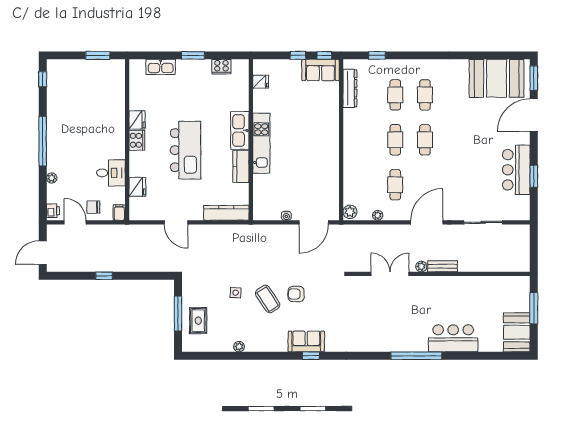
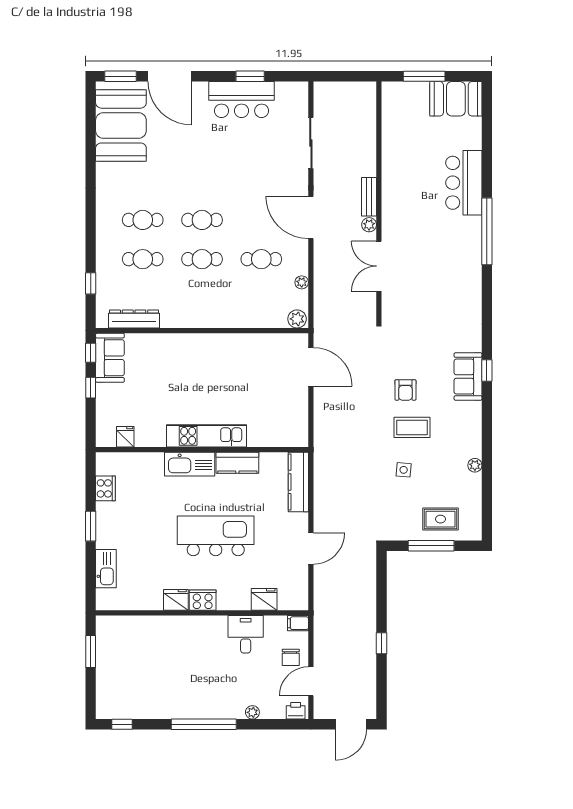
water cooler: (286, 216) -> (302, 403), removed
door: (43, 253) -> (351, 724), hinge flipped
coffee table: (268, 299) -> (412, 427), turned 33

